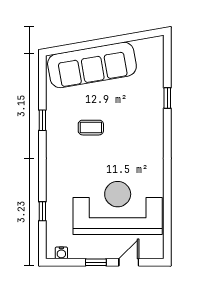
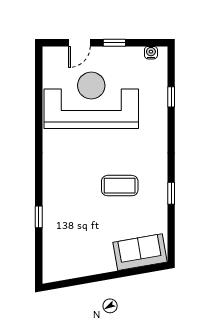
sofa: (92, 65) -> (140, 252), width x0.54, depth x0.79
coffee table: (91, 128) -> (120, 186), width x1.36, depth x1.30
reception desk: (118, 208) -> (91, 100), turned 180

